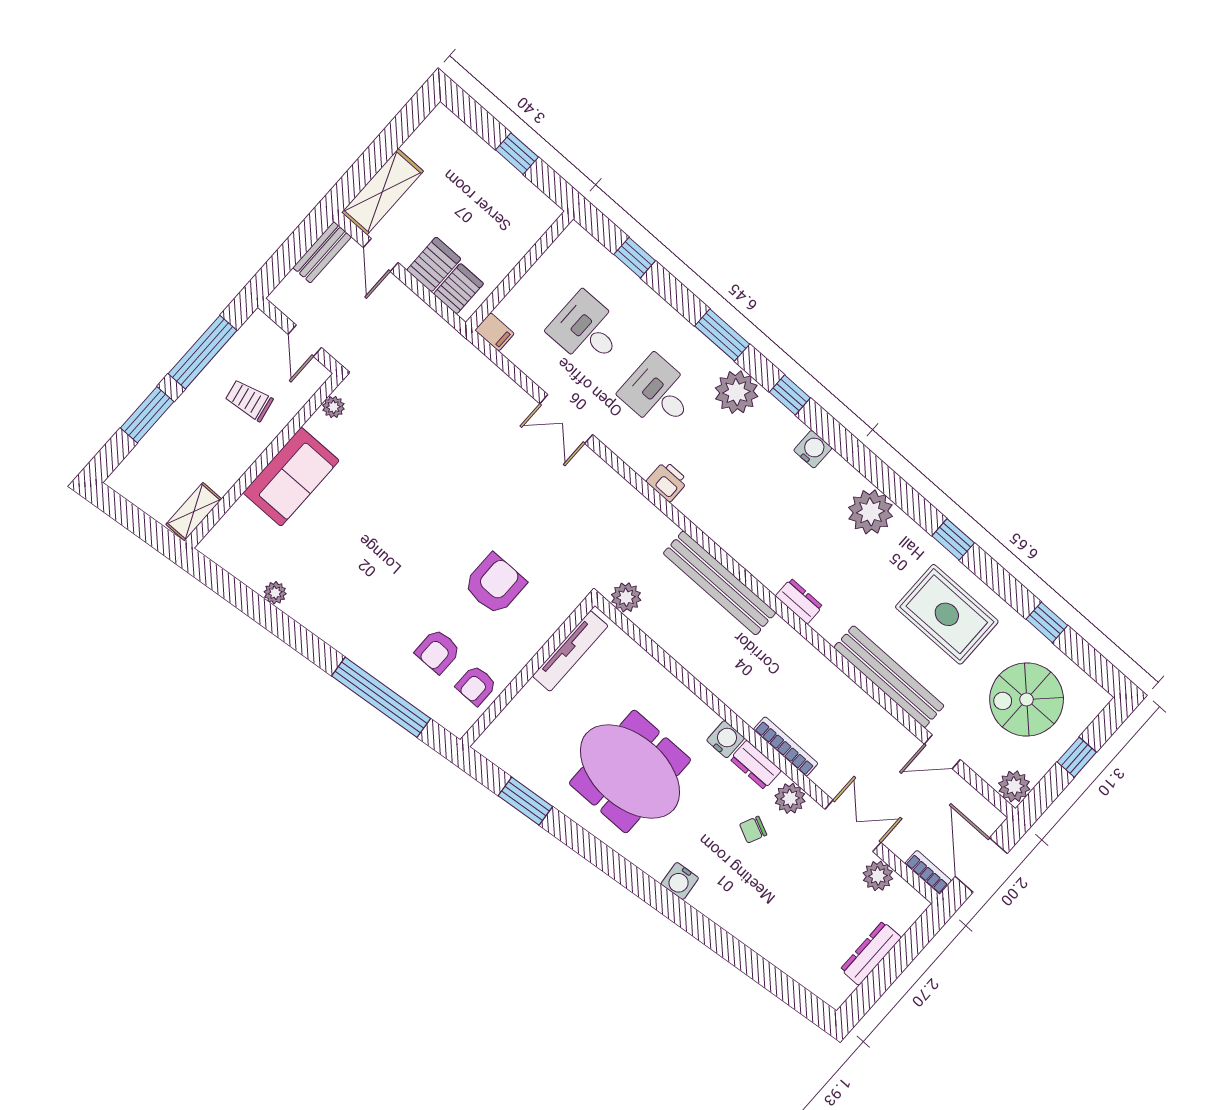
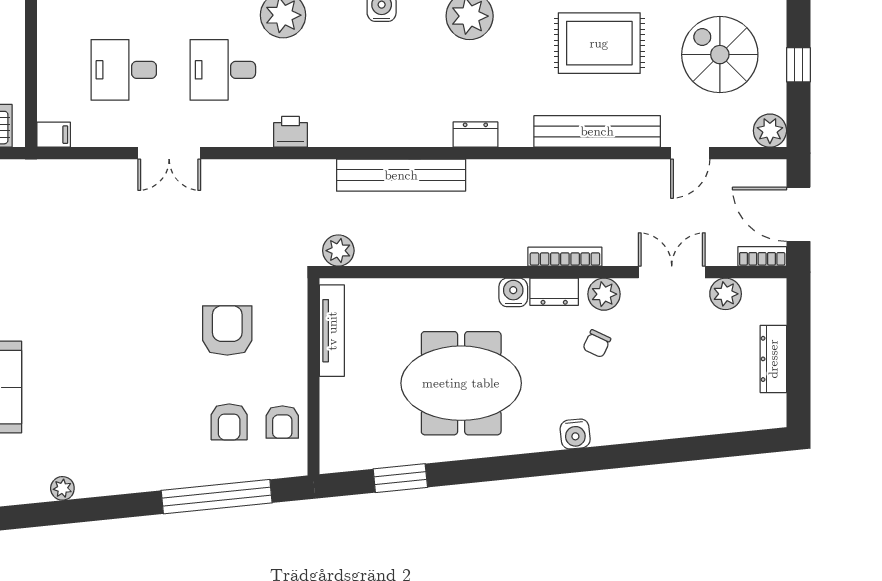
spiral stairs: (1027, 699) -> (720, 55), turned 90

